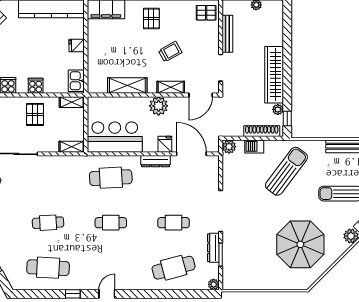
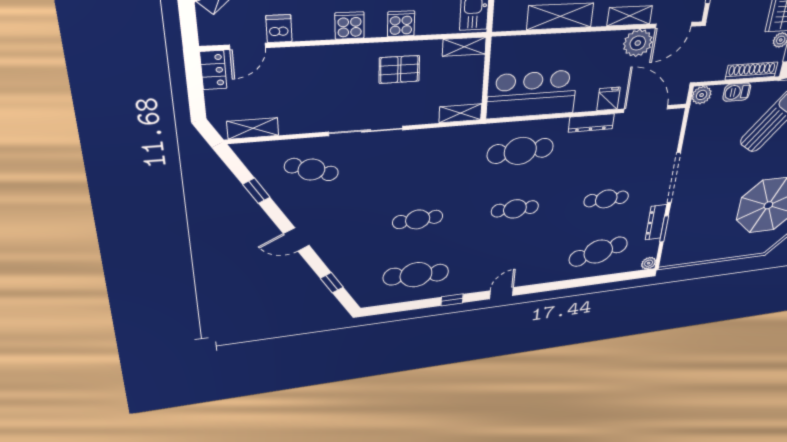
plant: (159, 106) -> (638, 43), moved
pallet: (35, 114) -> (399, 70), turned 90

